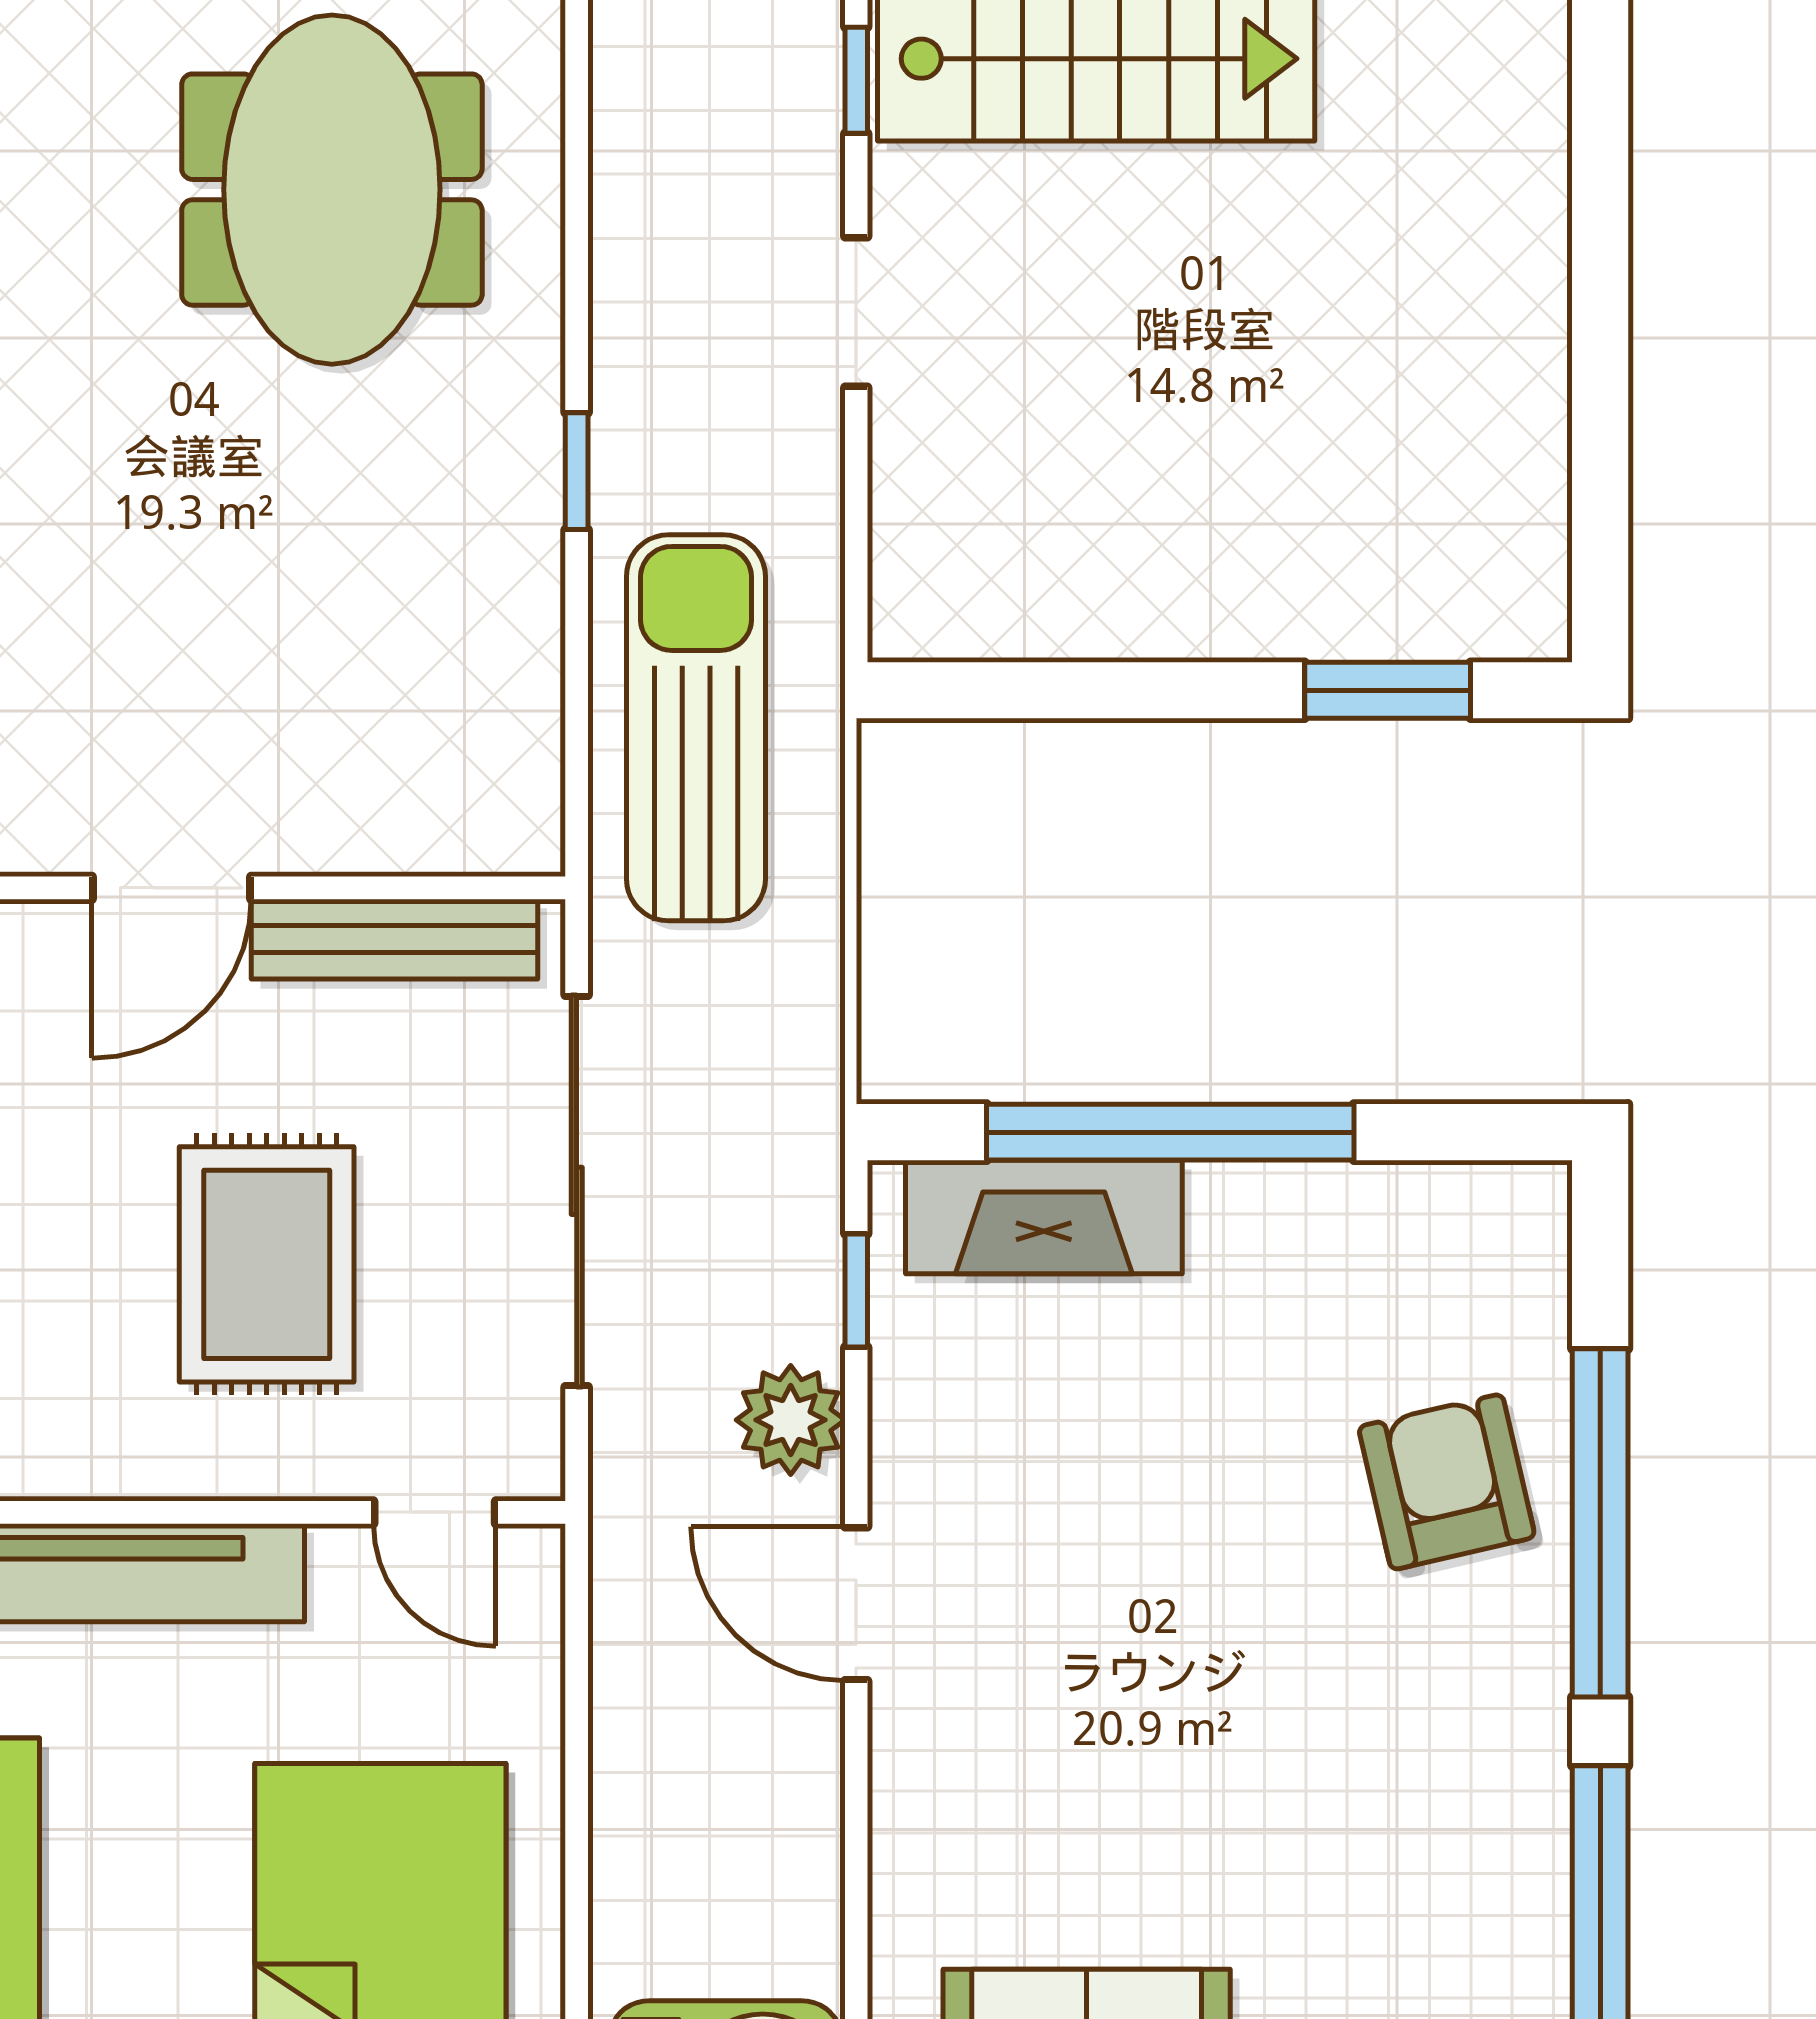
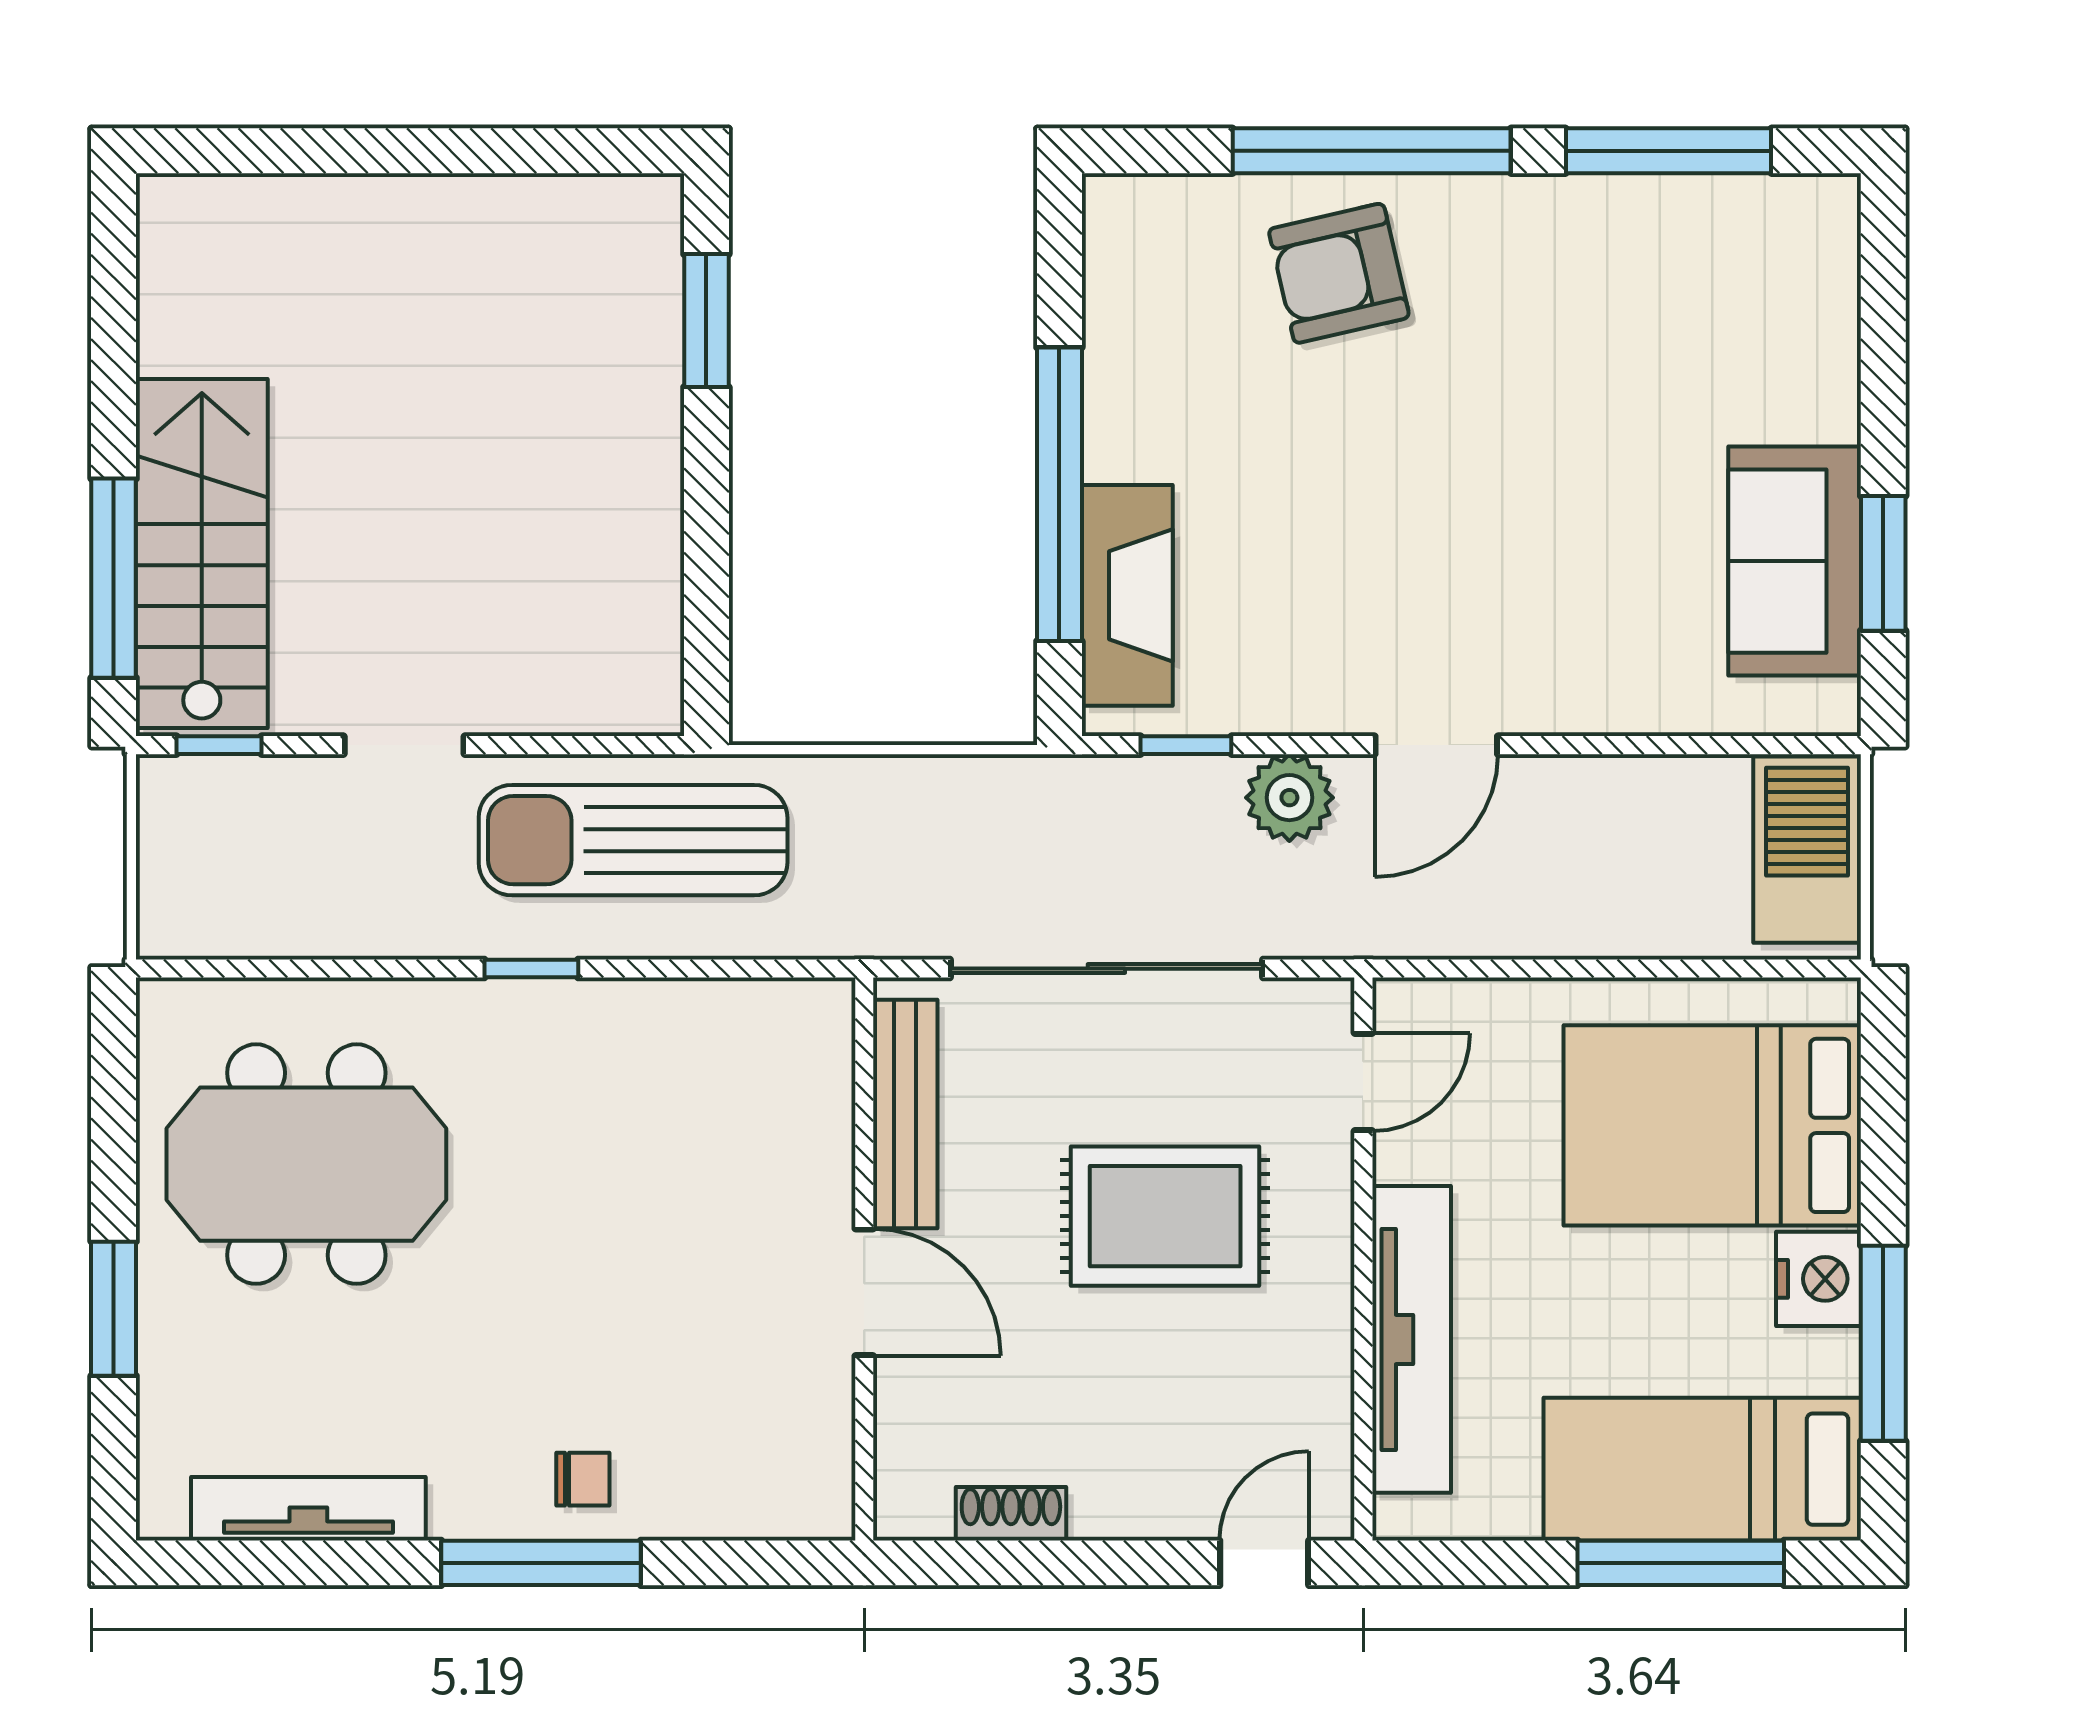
sun lounger: (696, 728) -> (633, 840), moved

